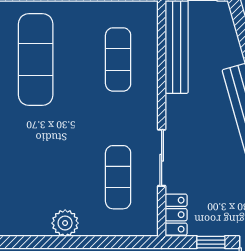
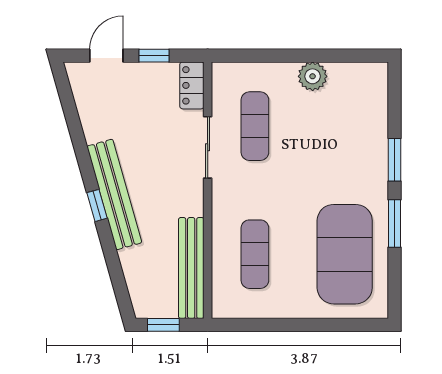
exercise mat: (36, 59) -> (345, 254), width x1.47

